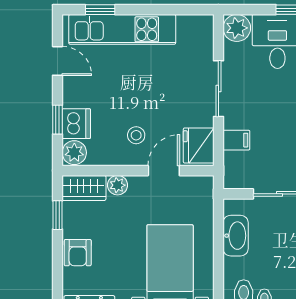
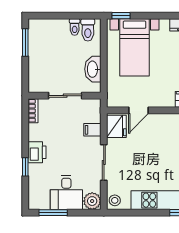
stool: (136, 135) -> (115, 200), moved
plant: (118, 185) -> (168, 101), removed

